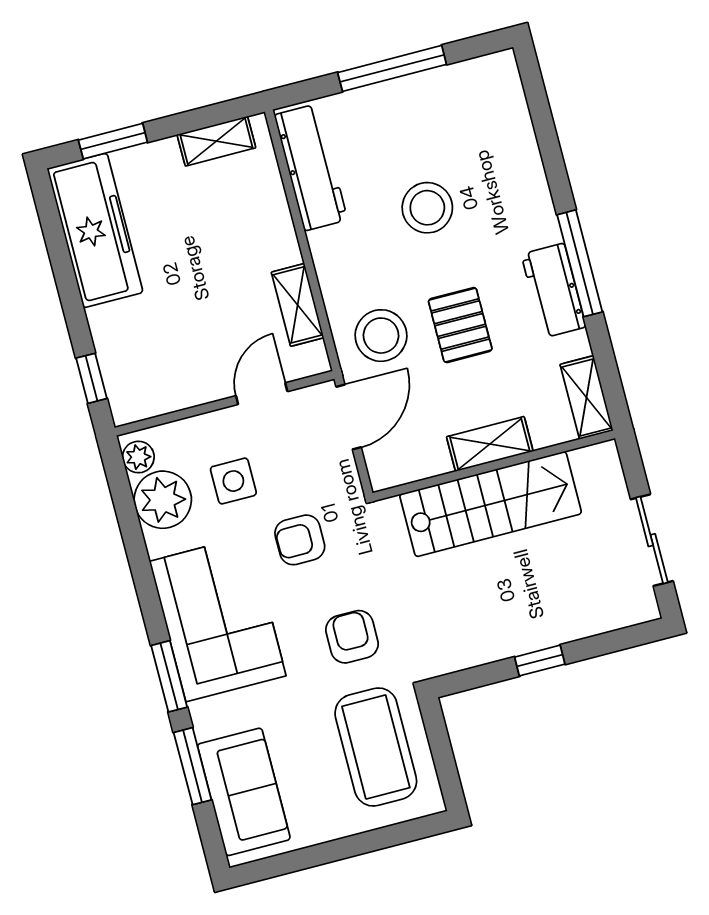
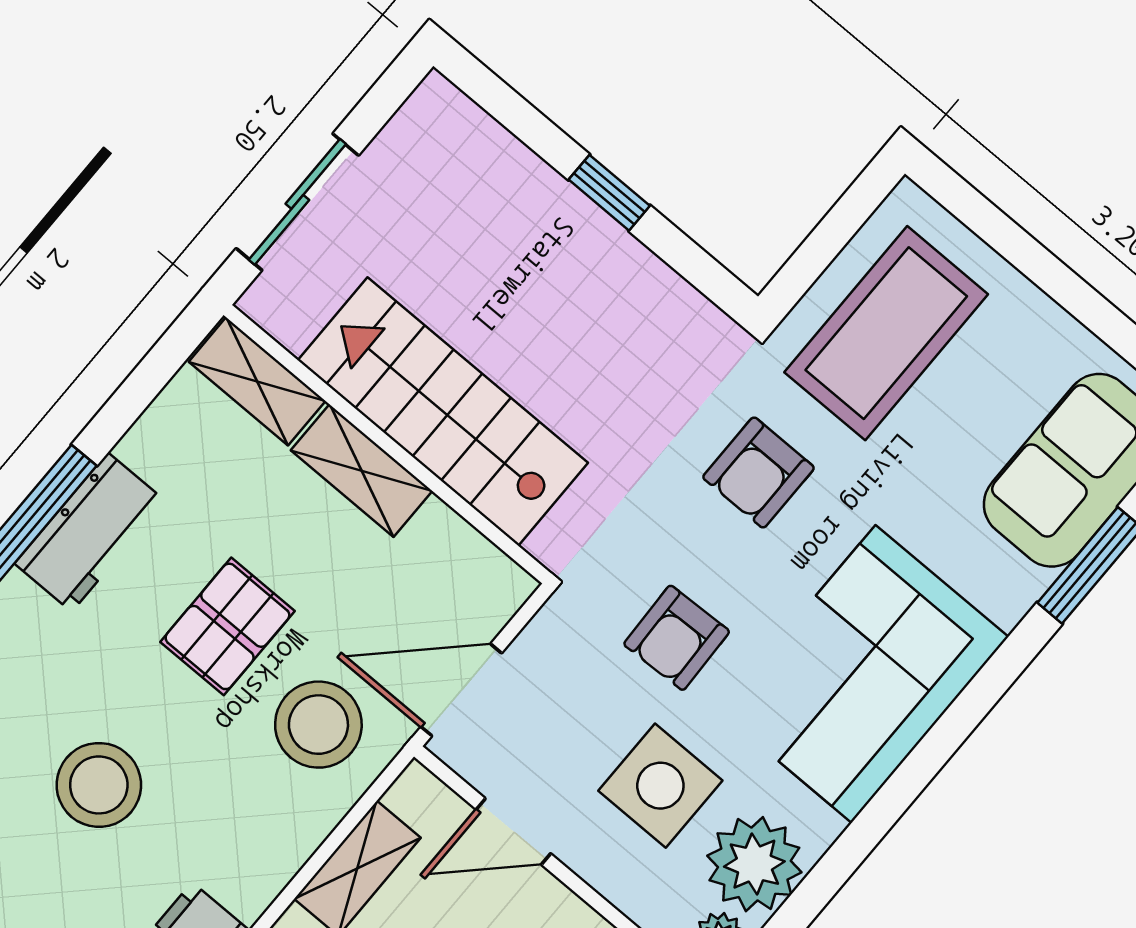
shelving: (587, 397) -> (257, 381), moved, turned 90
side table: (233, 481) -> (660, 786), width x1.37, depth x1.37
armchair: (300, 540) -> (677, 638), turned 88
sliding door: (652, 540) -> (297, 202), moved
window: (169, 676) -> (990, 684), removed

